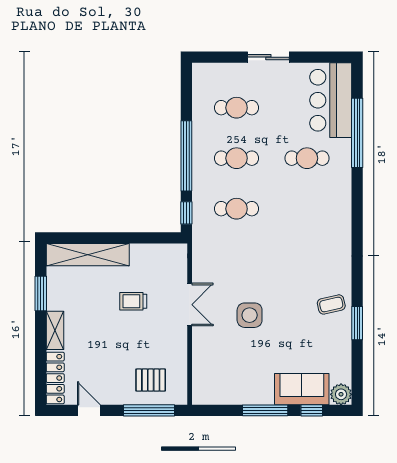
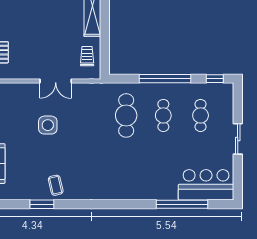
cafe table: (307, 158) -> (163, 167), removed
cafe table: (237, 209) -> (126, 115), width x1.37, depth x1.35
window: (186, 213) -> (215, 79), moved
trolley: (133, 301) -> (87, 56), moved

